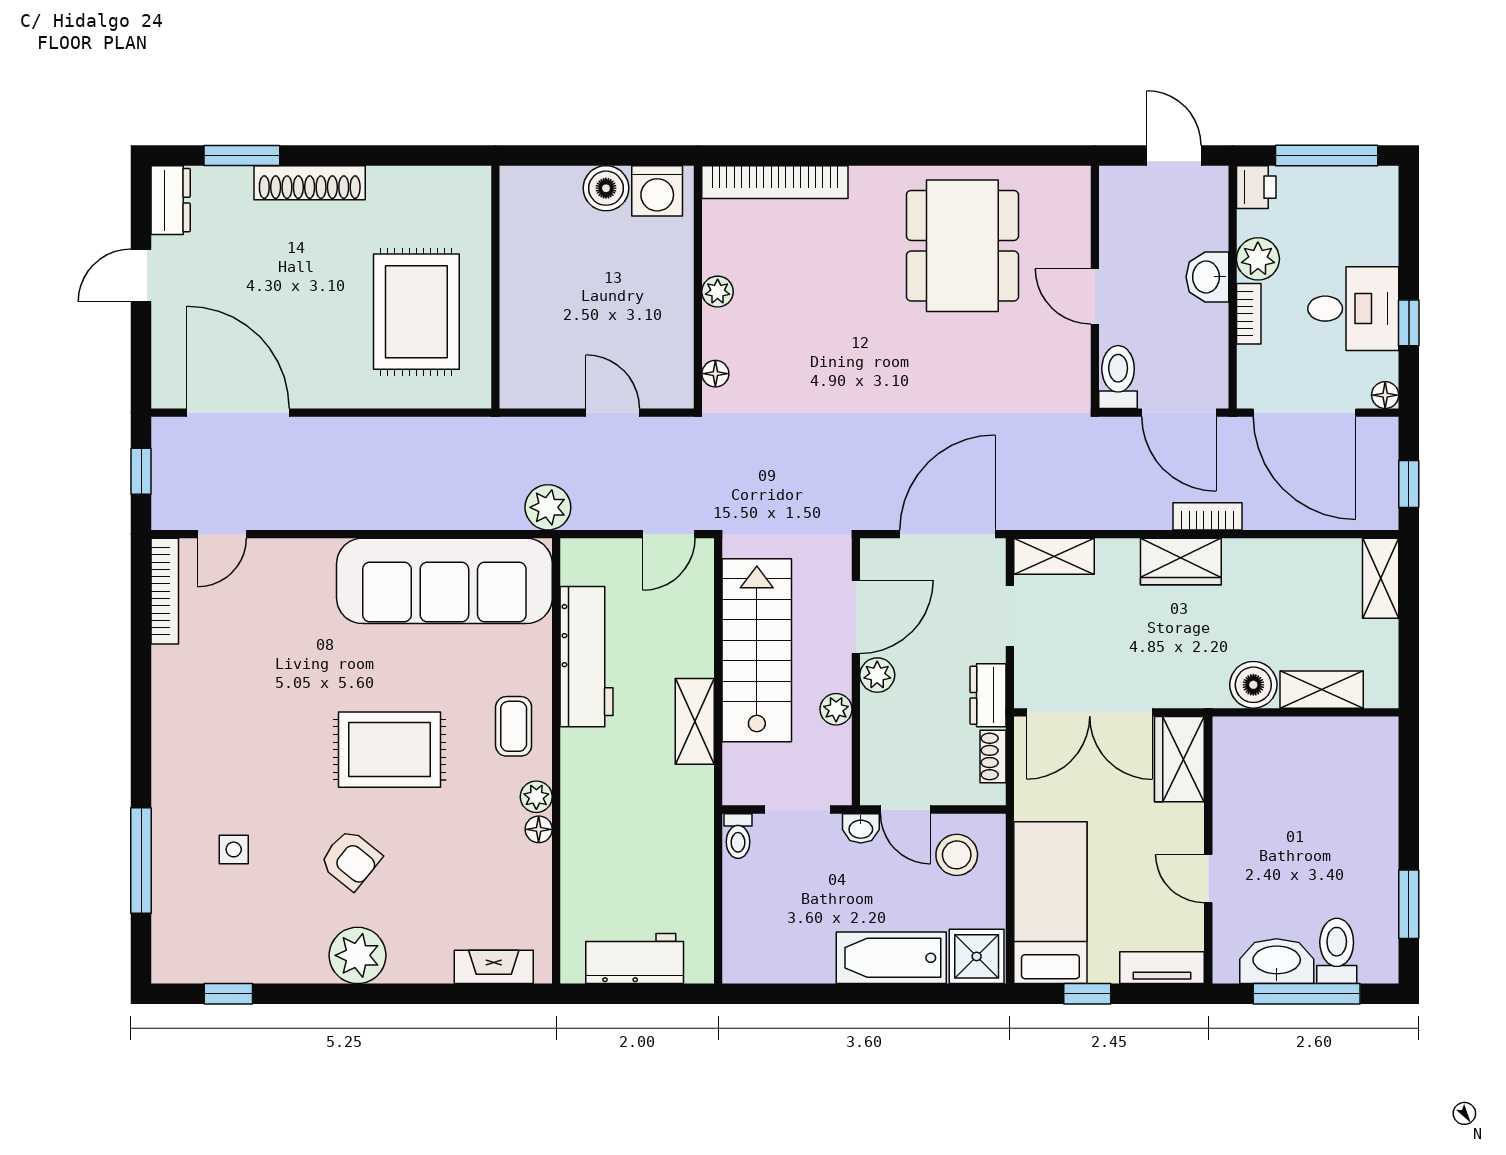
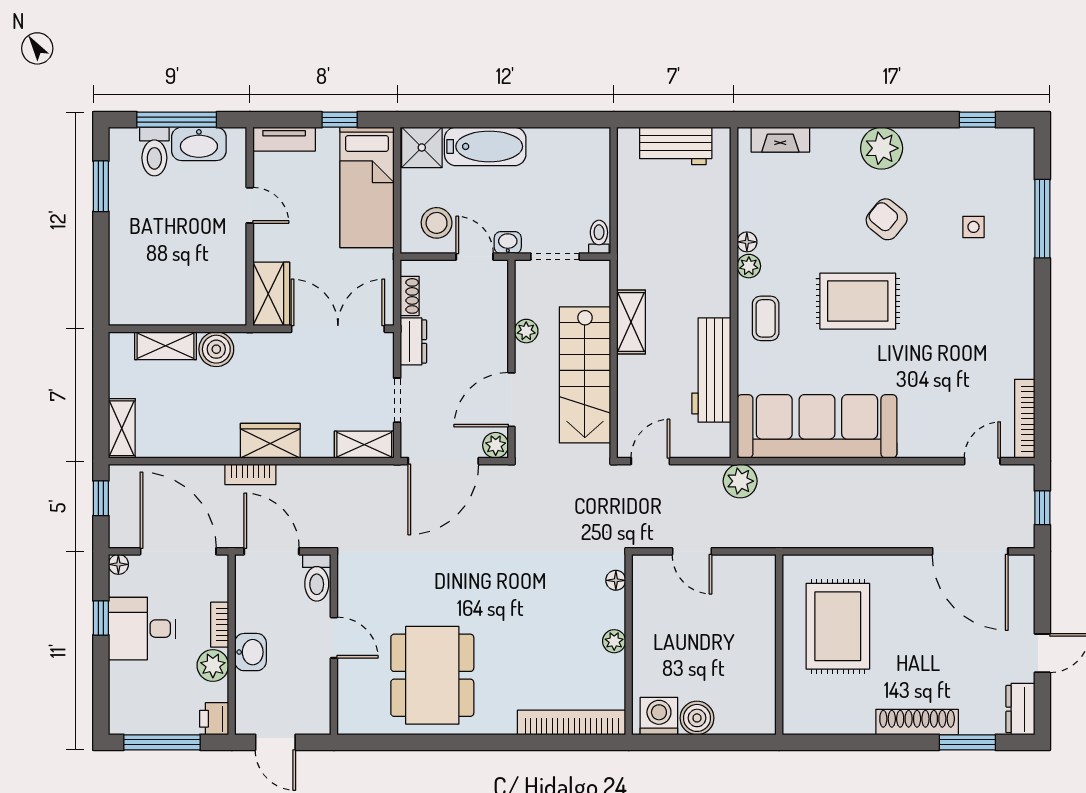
plant: (877, 675) -> (496, 445), moved

